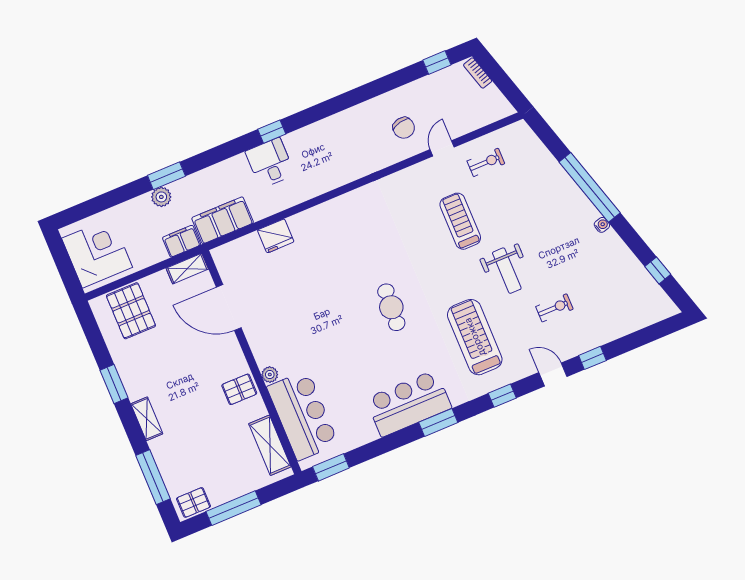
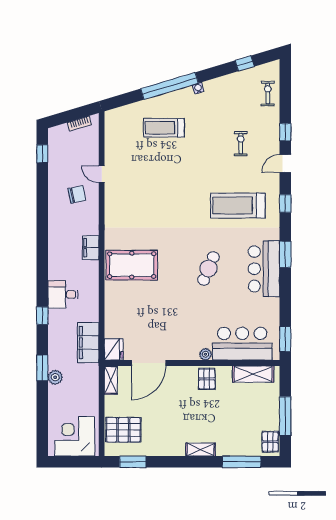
bookcase: (478, 73) -> (79, 124), moved
window: (272, 132) -> (42, 316), moved
exercise bike: (486, 162) -> (268, 93), moved
treadmill: (460, 221) -> (164, 128), moved
pool table: (343, 234) -> (132, 265), added
fridge: (276, 236) -> (114, 349), moved
filing cabinet: (182, 241) -> (91, 248), moved
weight bench: (507, 271) -> (202, 165), removed
cafe table: (391, 307) -> (208, 268), moved, turned -71
window: (114, 384) -> (133, 462), moved

